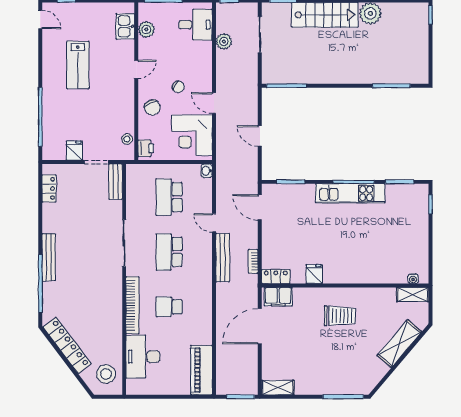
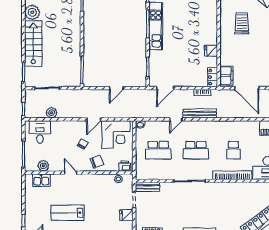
lab bench: (78, 65) -> (68, 213), turned 180
trolley: (340, 316) -> (242, 23), moved

